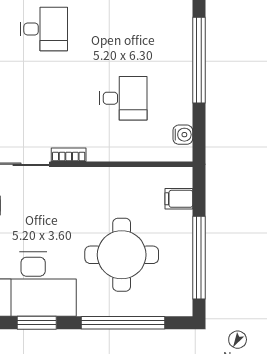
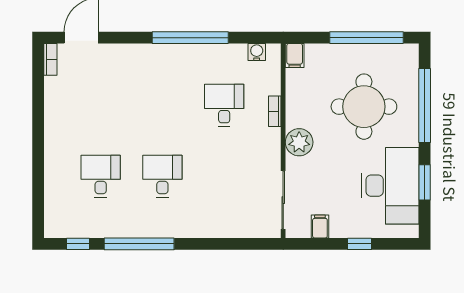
bookcase: (69, 155) -> (275, 111), moved
plant: (82, 182) -> (299, 142), added
filing cabinet: (179, 199) -> (295, 56), moved

